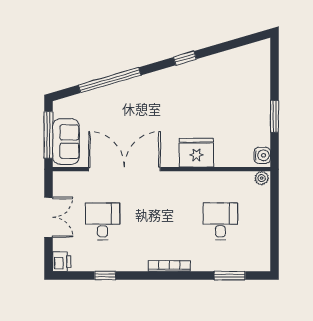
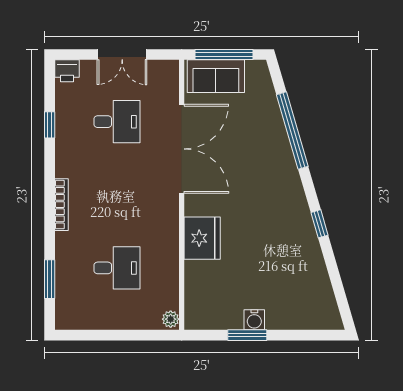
water cooler: (262, 155) -> (254, 320), moved

